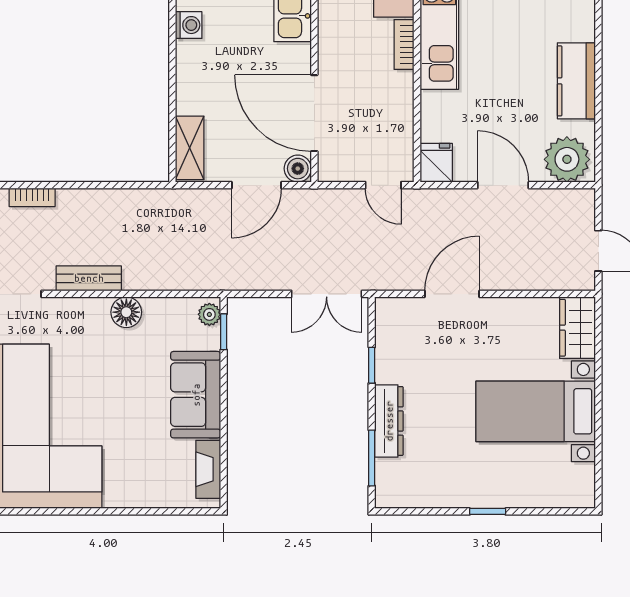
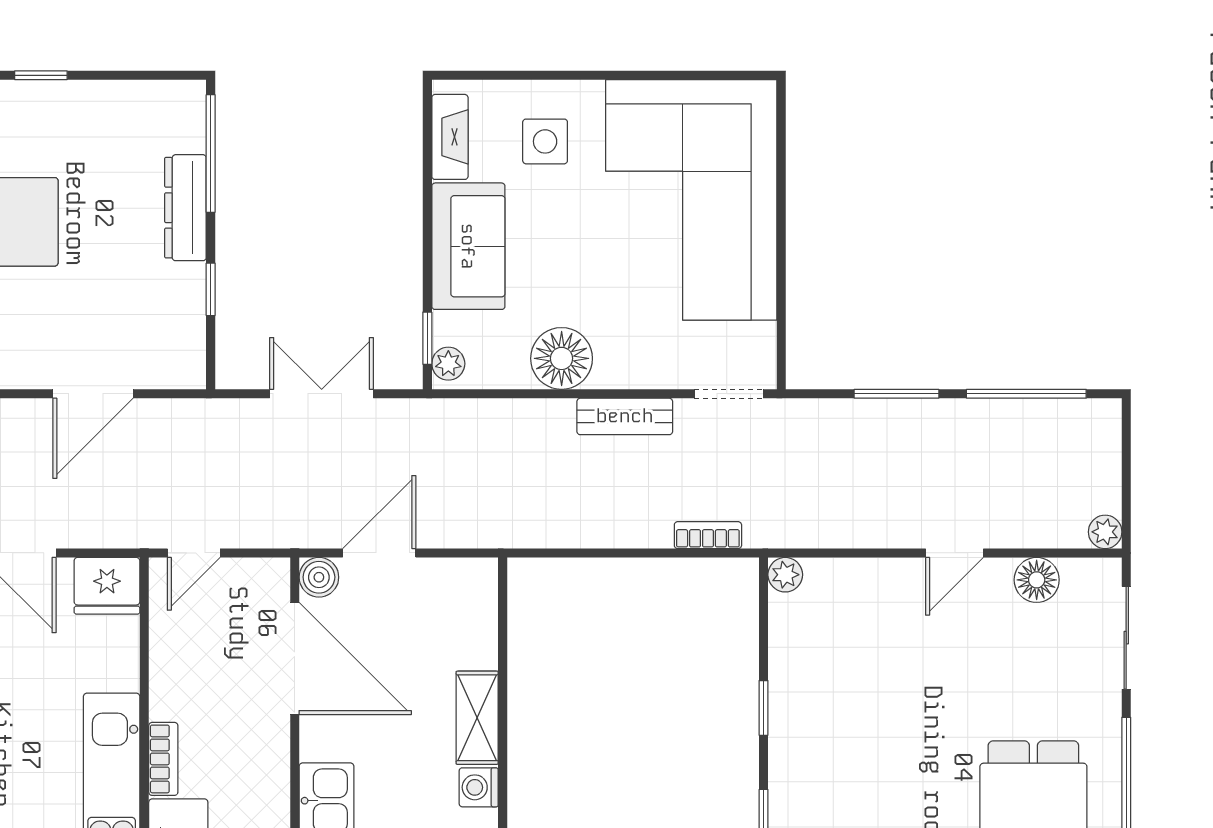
shelving: (190, 148) -> (477, 718), moved
fridge: (436, 163) -> (107, 586), width x1.38
door: (383, 185) -> (194, 553), swing flipped
double door: (327, 294) -> (322, 394), moved
floor lamp: (126, 312) -> (562, 358), width x1.38, depth x1.38
window: (372, 458) -> (211, 153), width x1.44
side table: (143, 466) -> (545, 141), added

